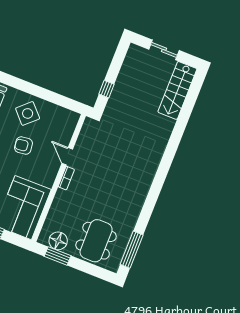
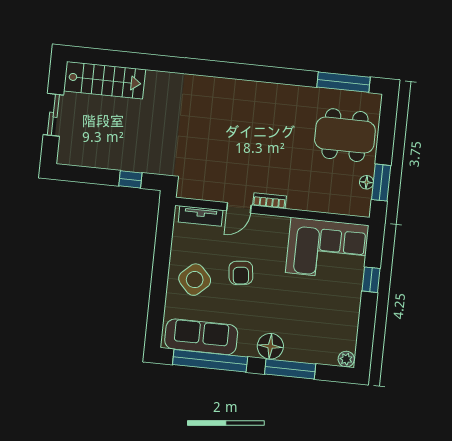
tv unit: (69, 129) -> (201, 216), added
floor lamp: (58, 241) -> (366, 182), width x0.53, depth x0.53

